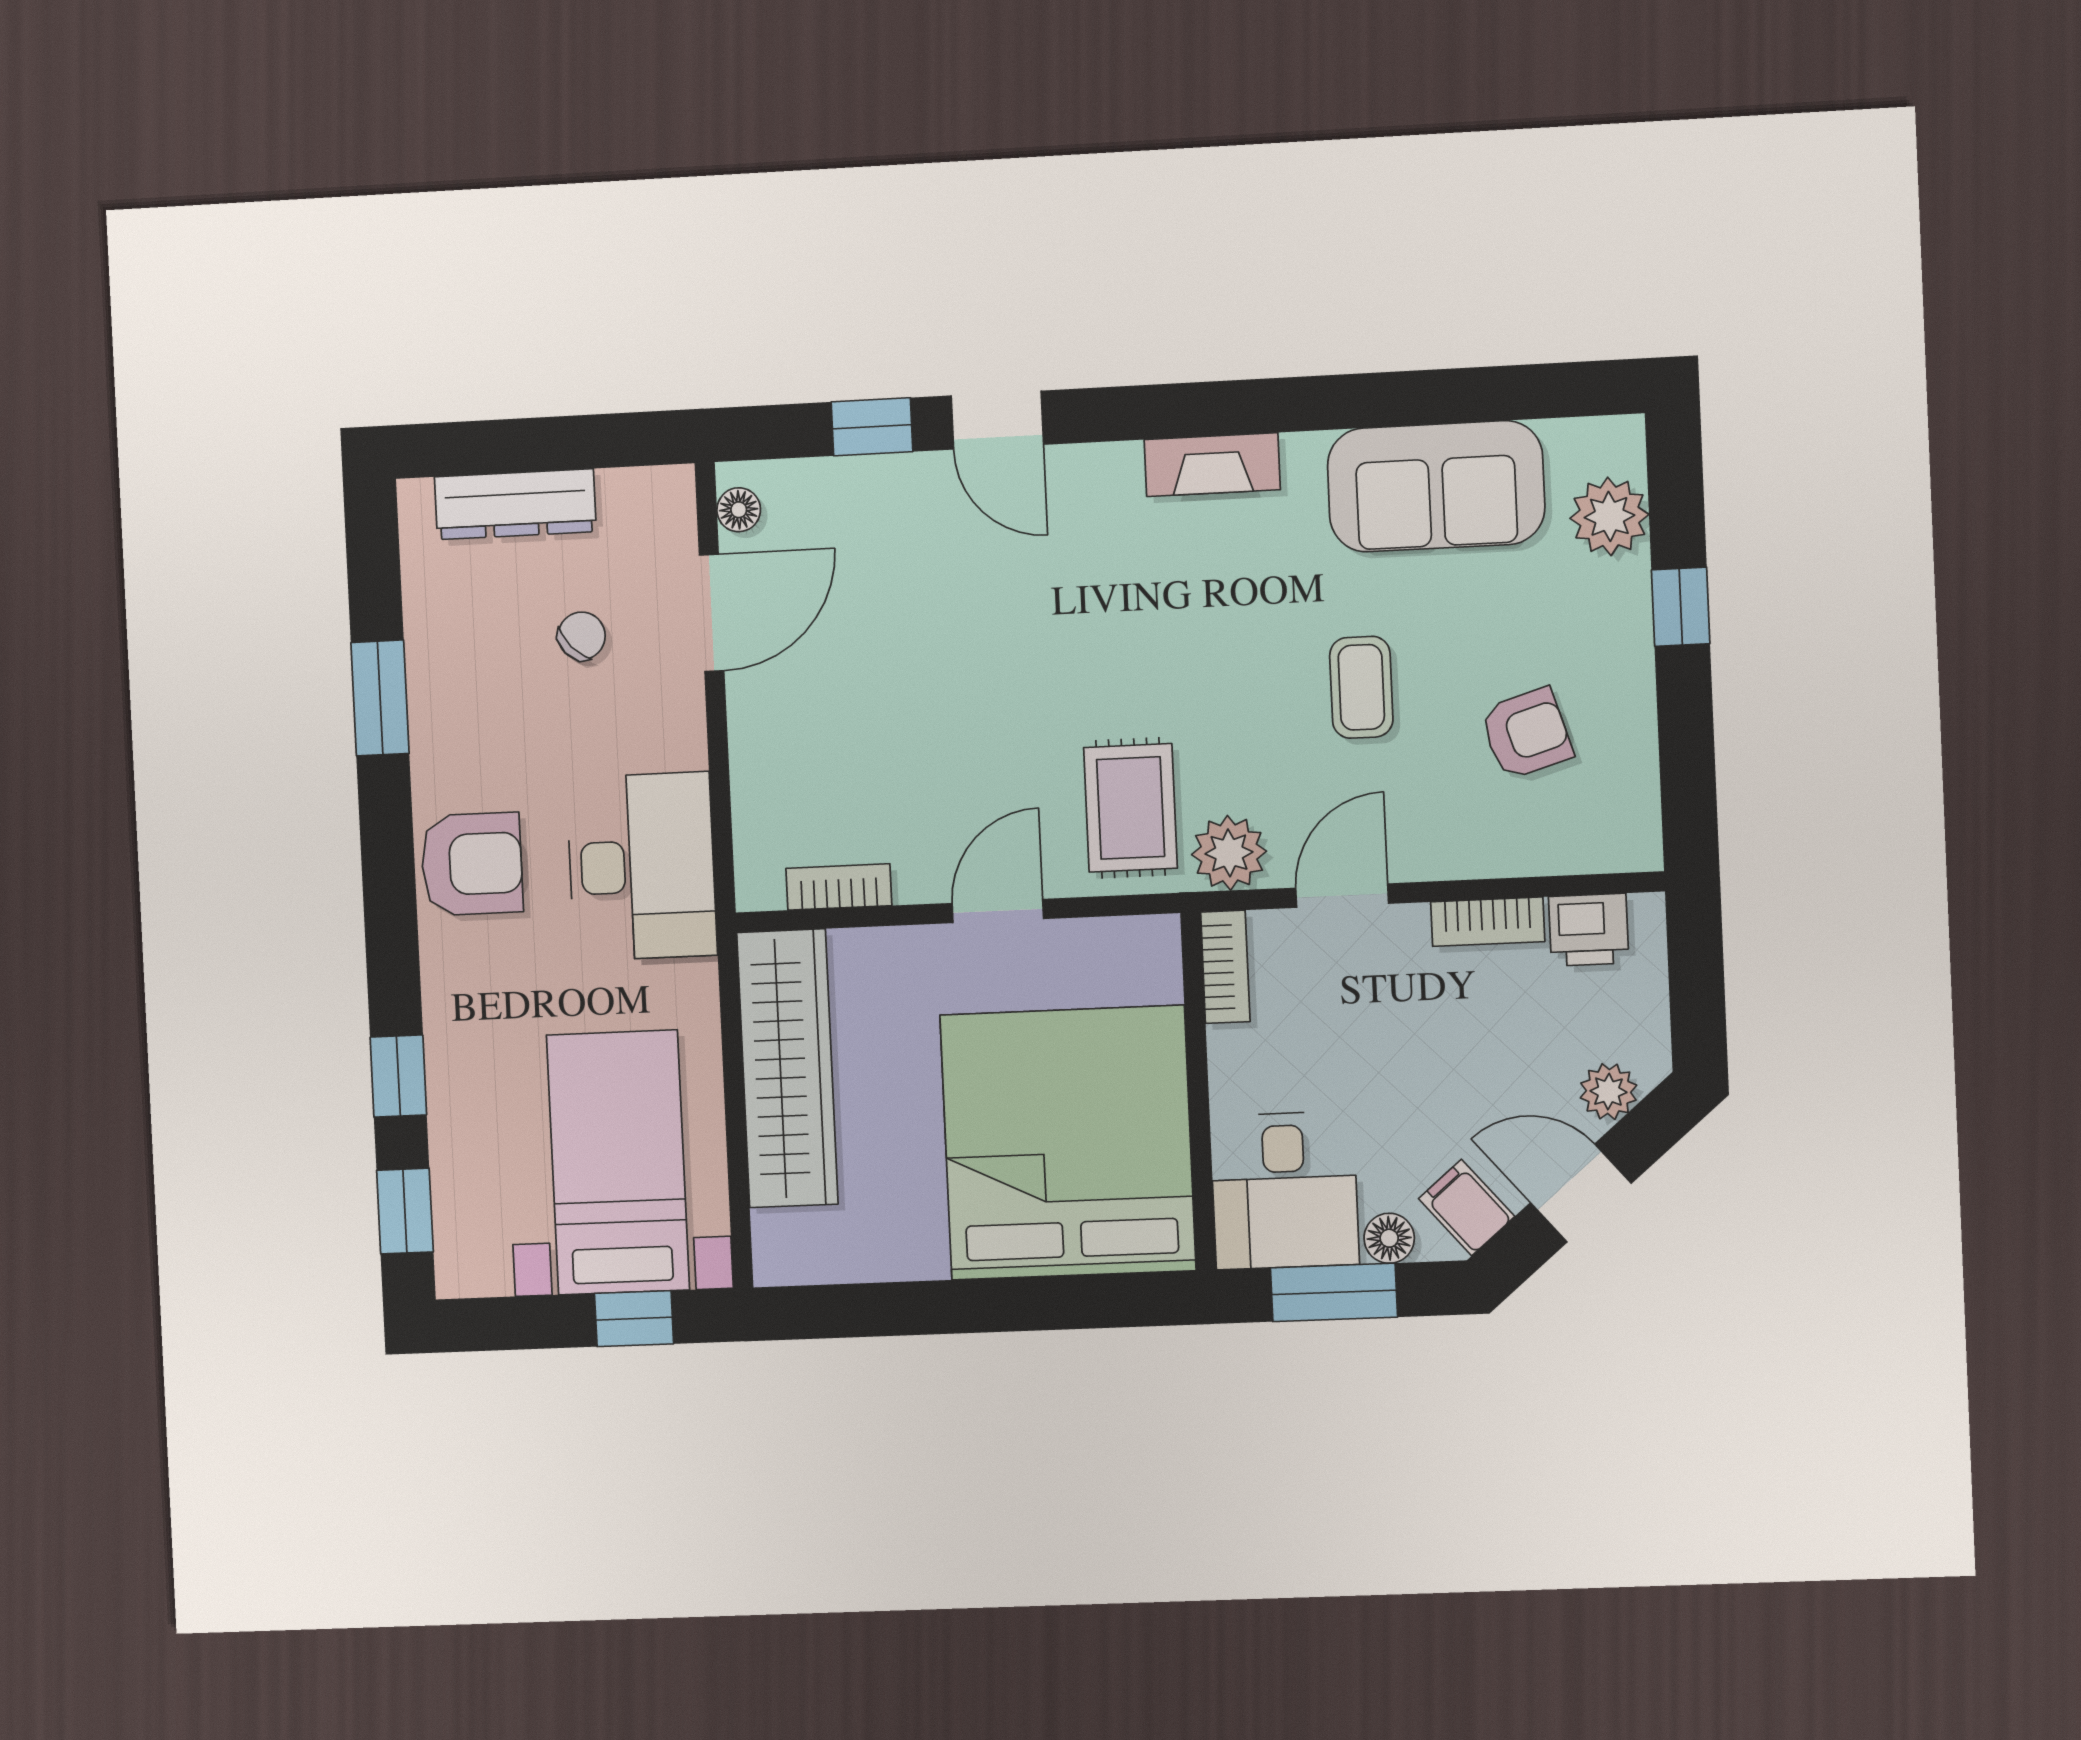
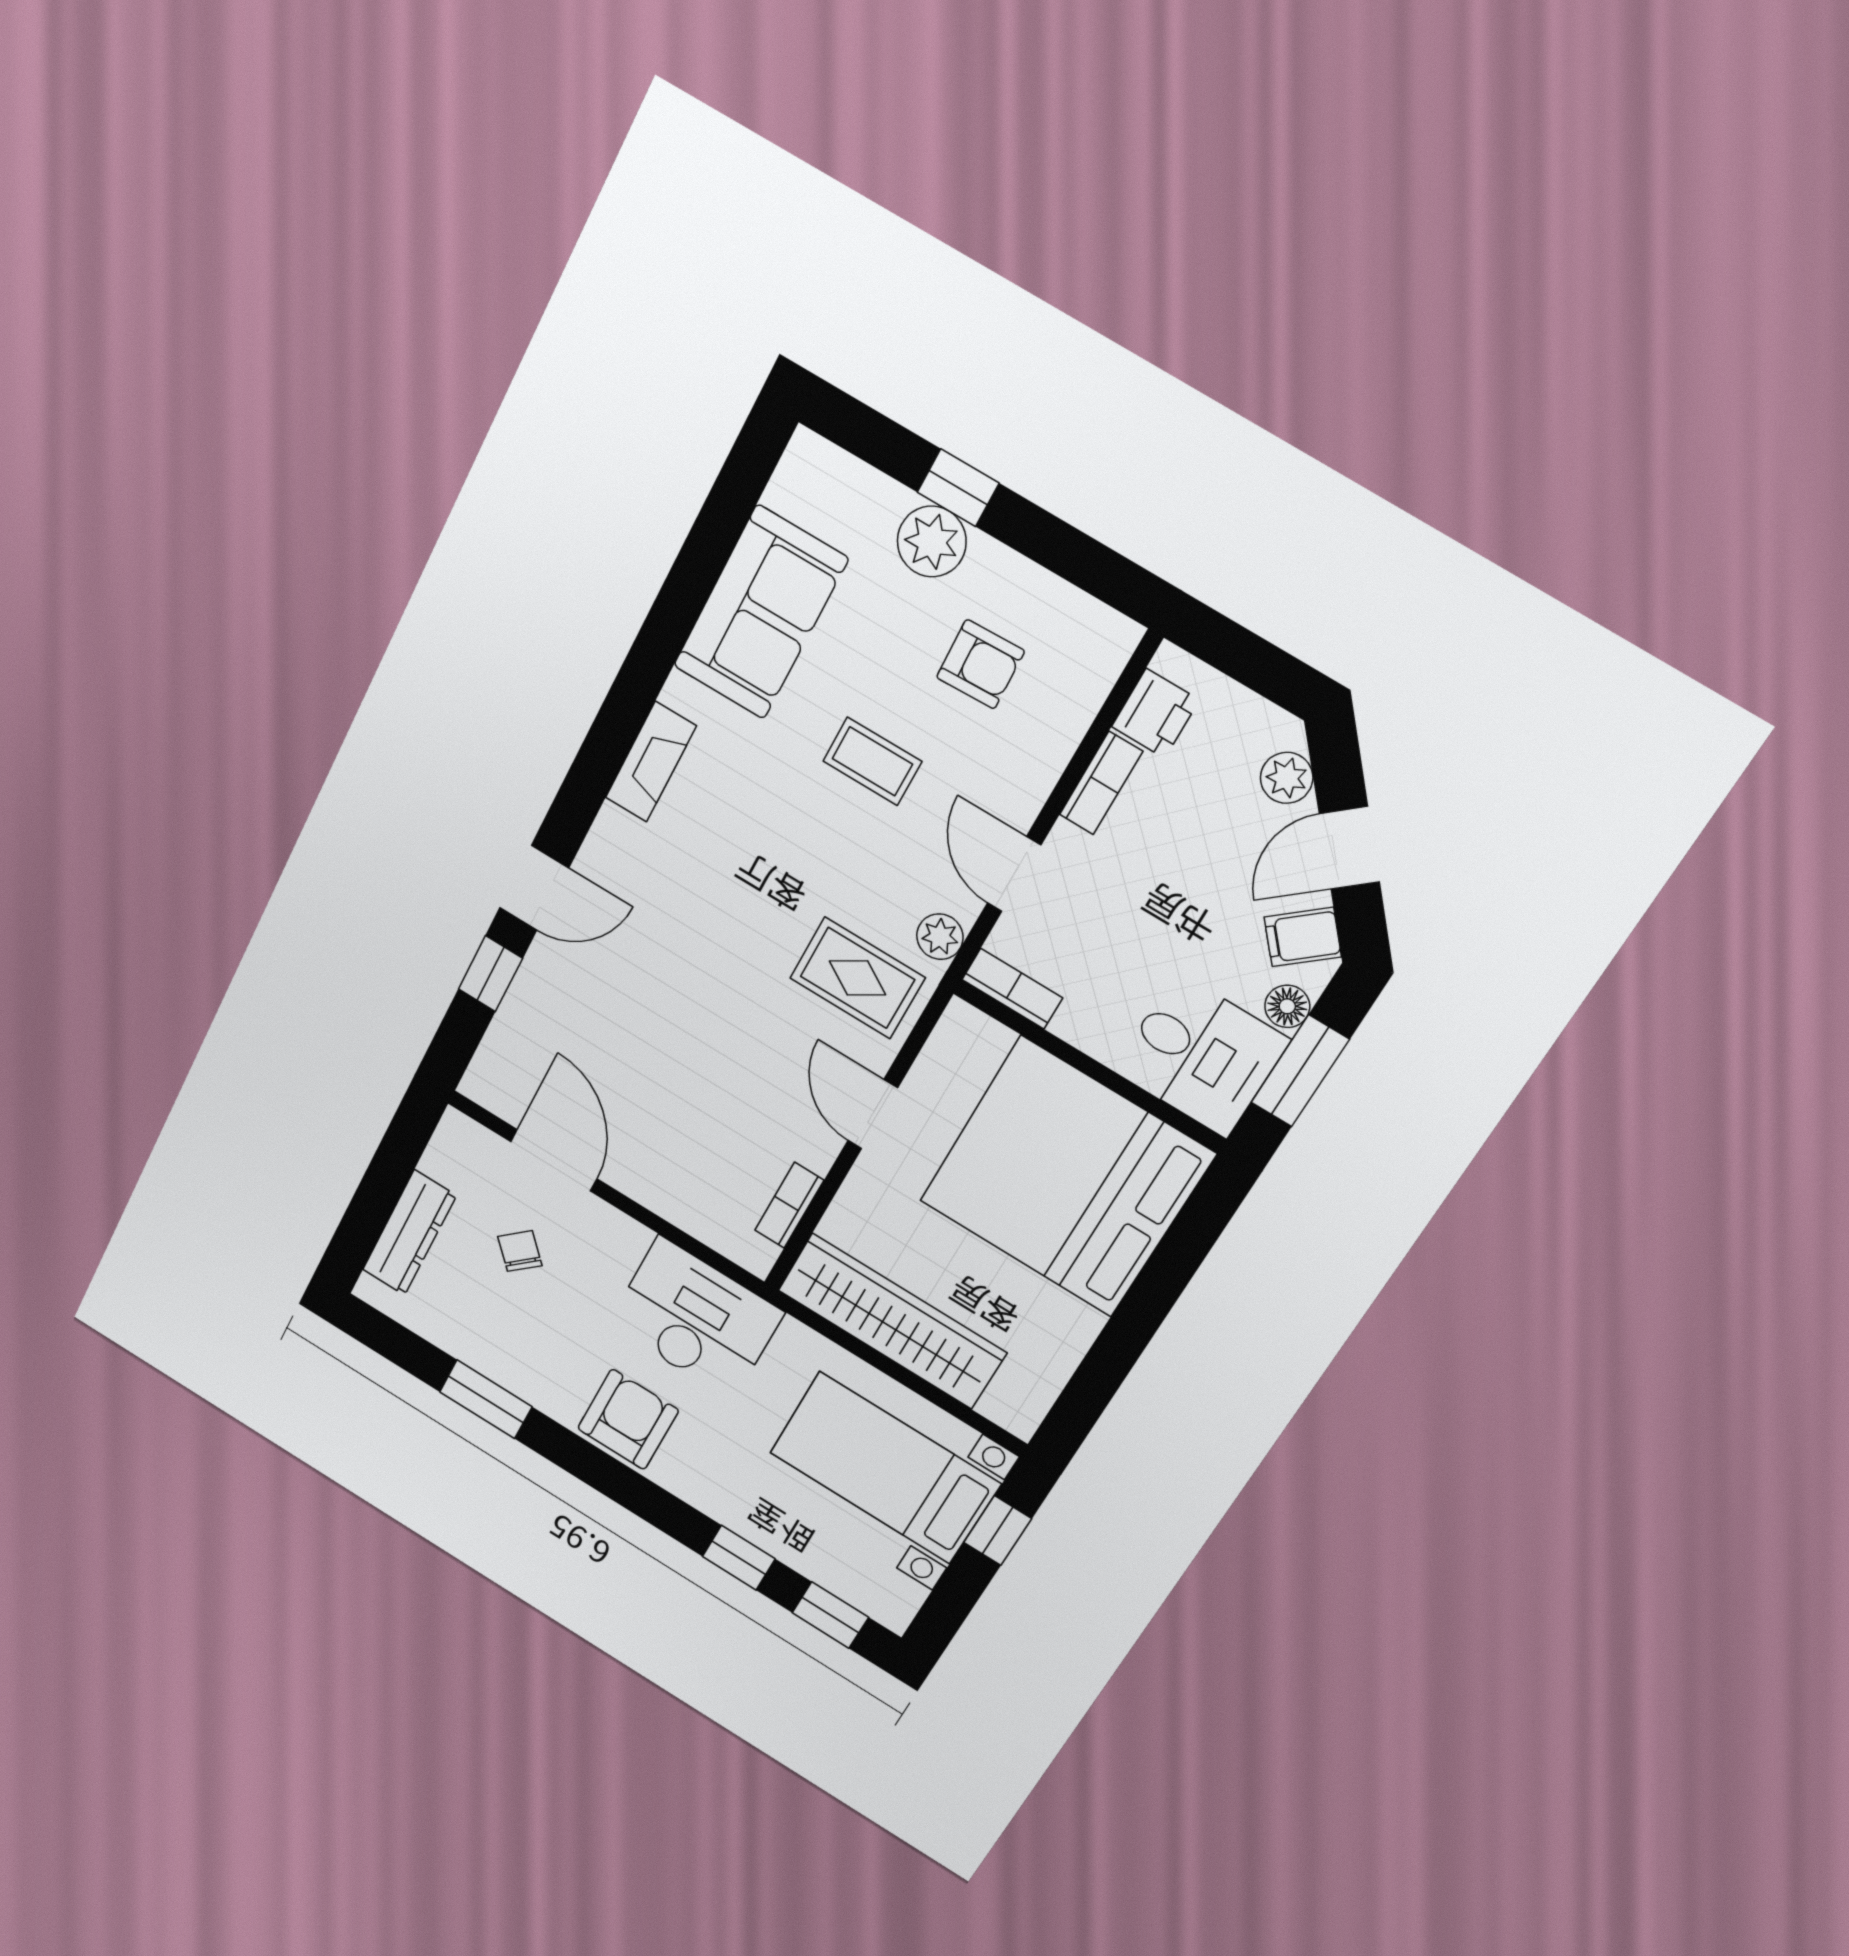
floor lamp: (739, 510) -> (495, 1097), removed
plant: (1609, 516) -> (932, 542), moved
armchair: (1526, 734) -> (980, 664), turned 105
plant: (1229, 853) -> (940, 937), width x0.73, depth x0.73

